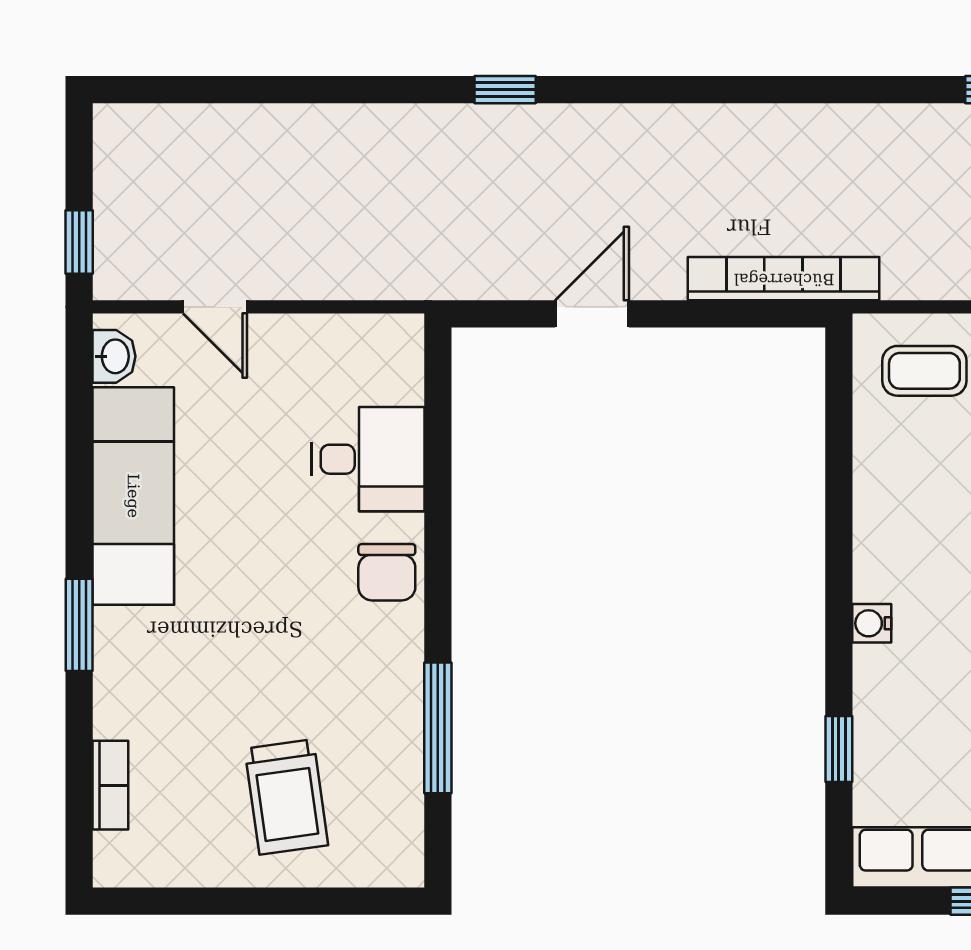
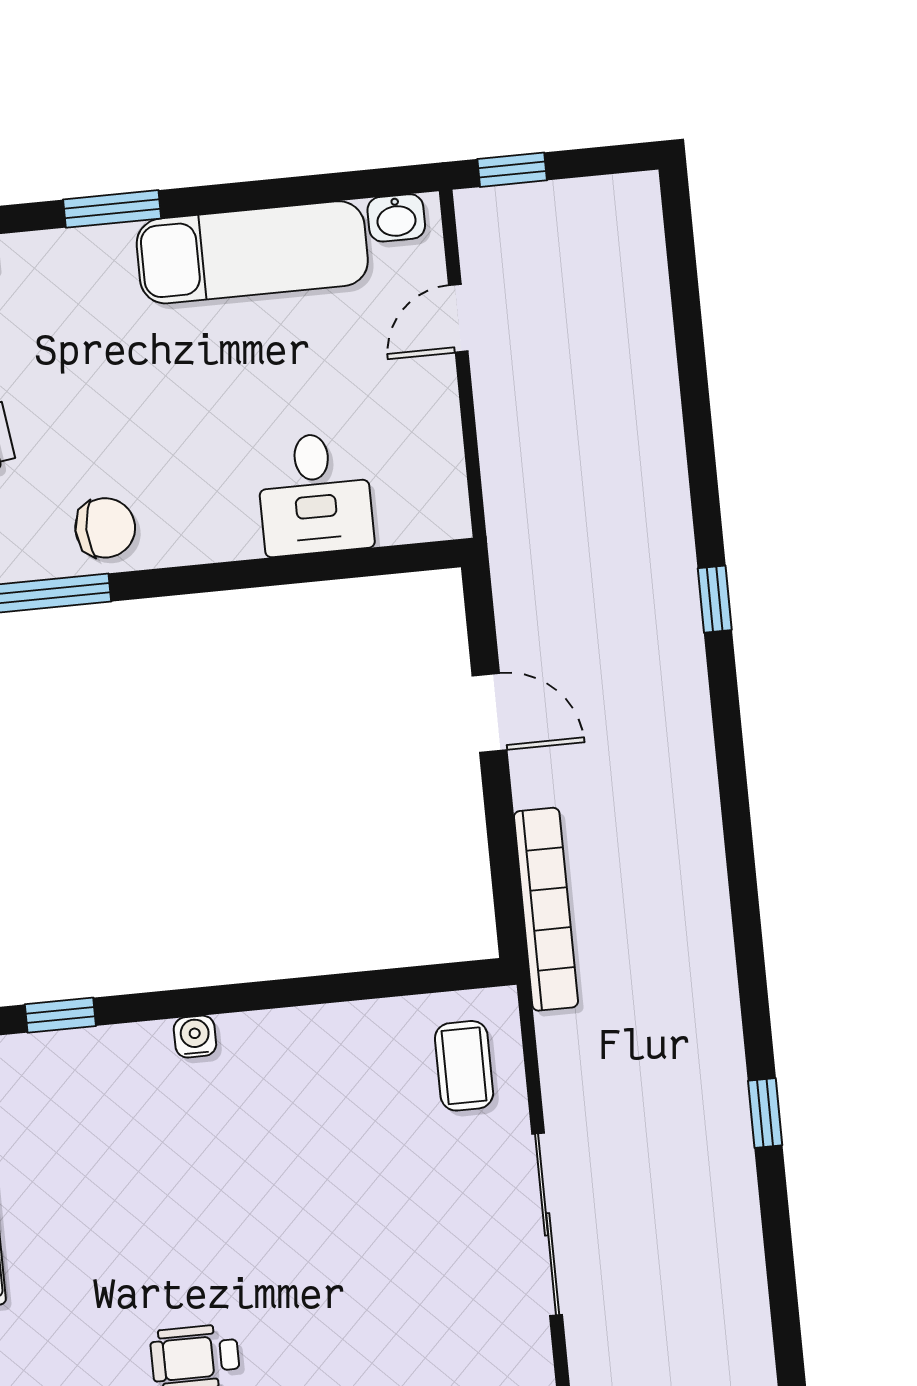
chair: (387, 572) -> (105, 528), moved, turned 180

